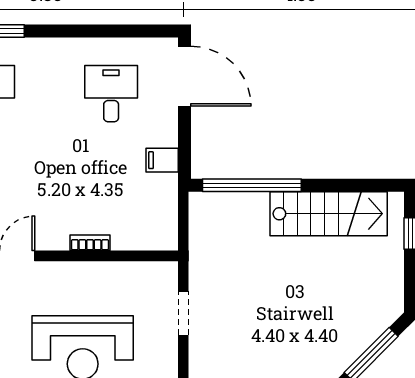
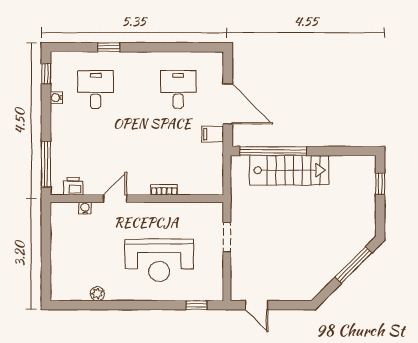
door: (185, 76) -> (228, 104), moved
stairs: (329, 214) -> (289, 170), moved

